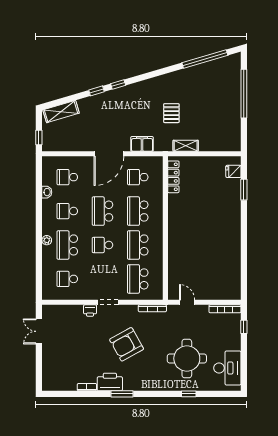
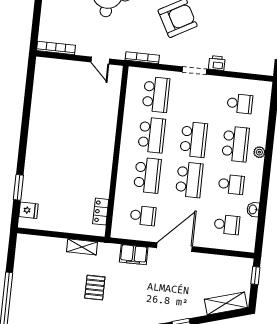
locker: (173, 177) -> (101, 212), width x0.66
school desk: (102, 245) -> (194, 139), width x1.85
window: (244, 327) -> (36, 24), removed

